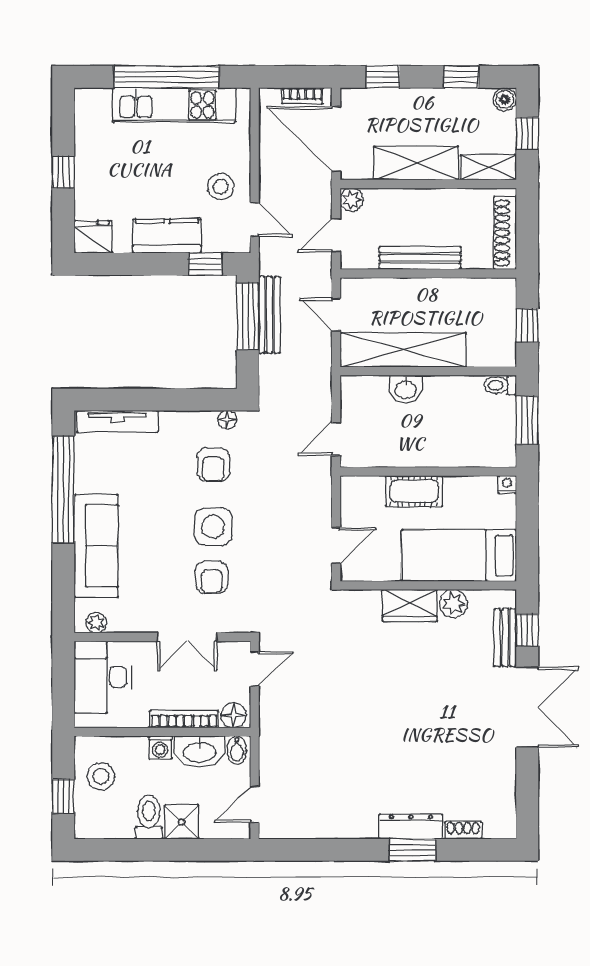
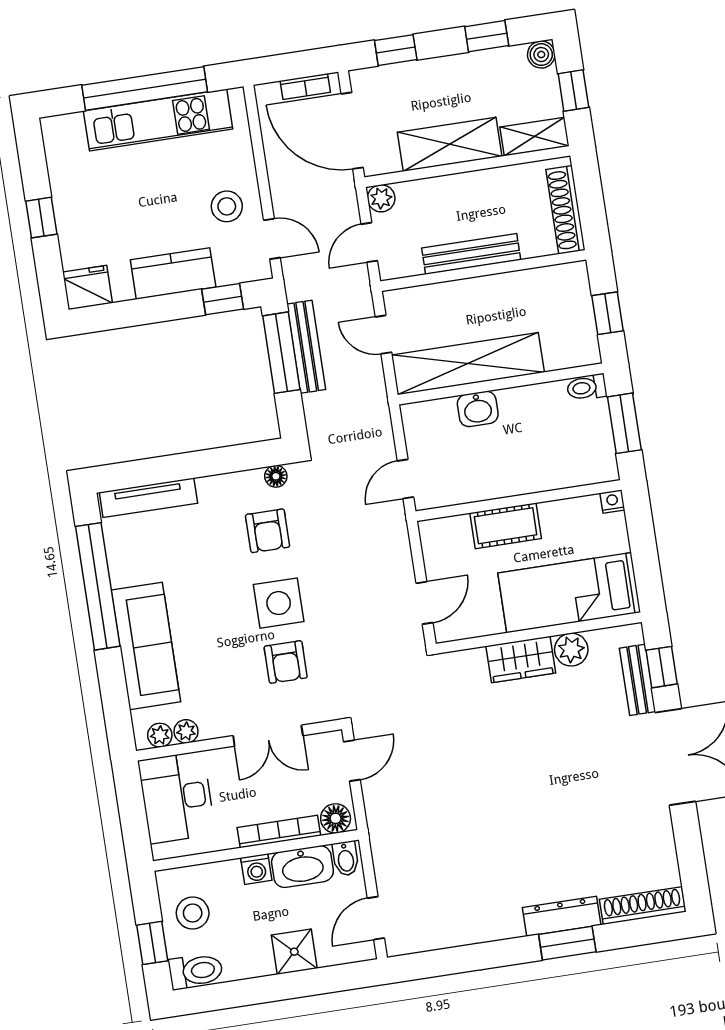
plant: (119, 623) -> (186, 731), added
toilet: (149, 817) -> (196, 971), moved, turned 90
shoe rack: (463, 830) -> (642, 906), width x1.94, depth x1.24

